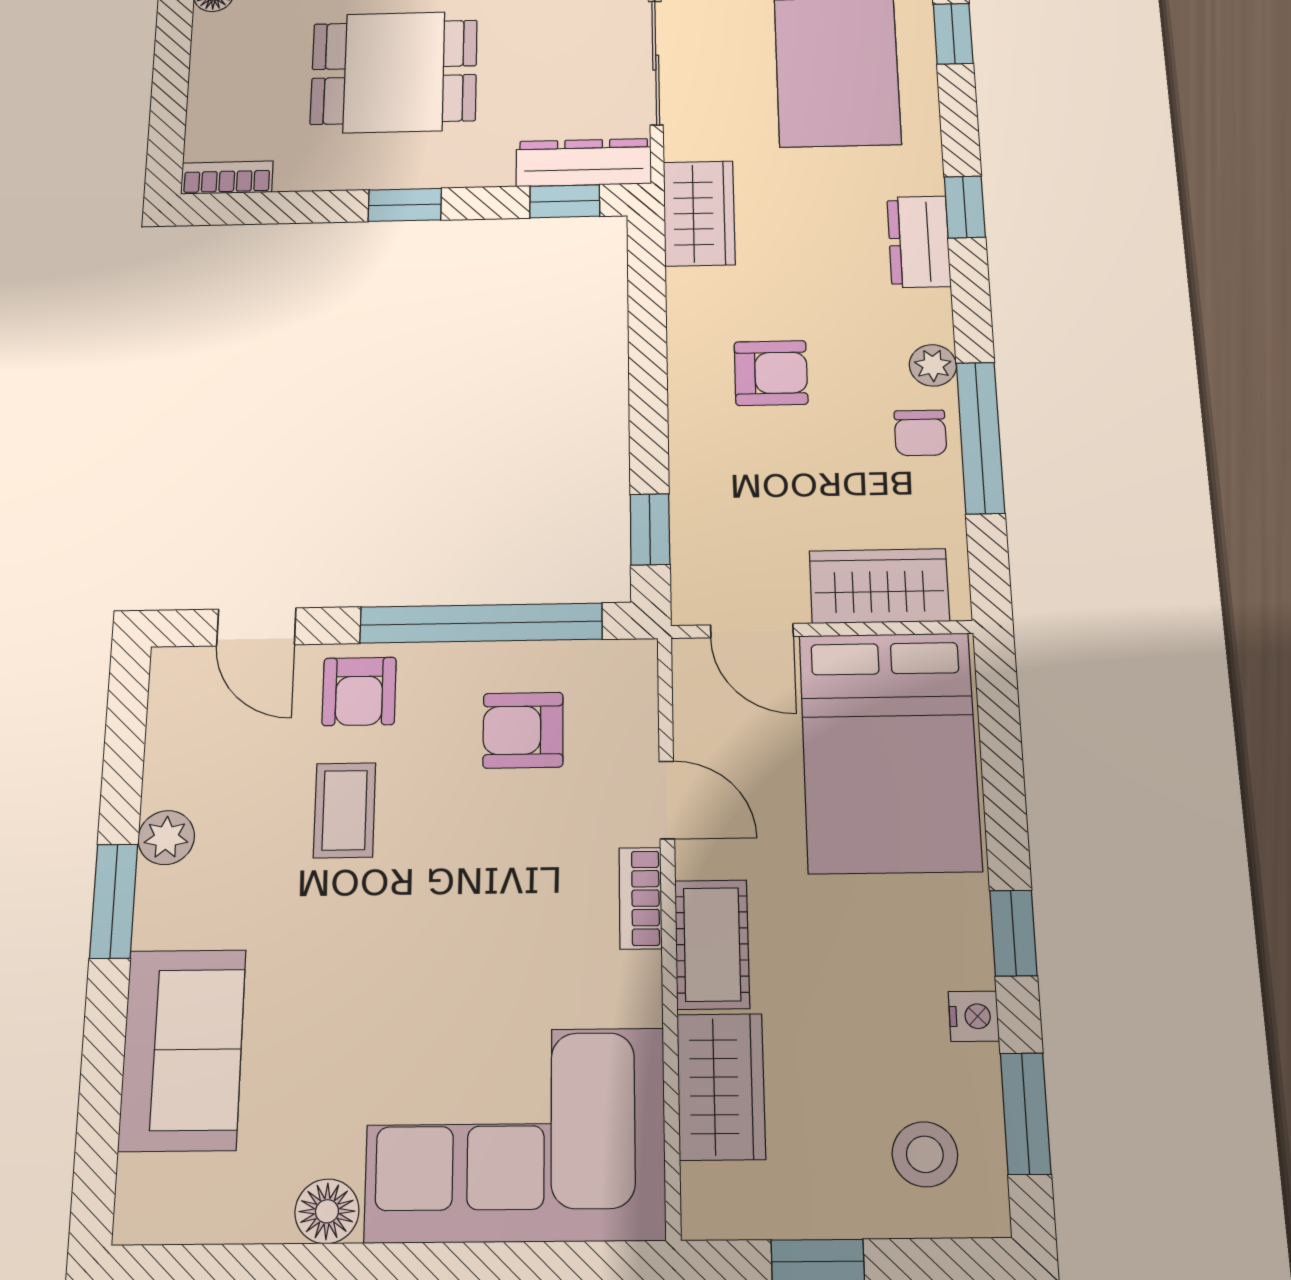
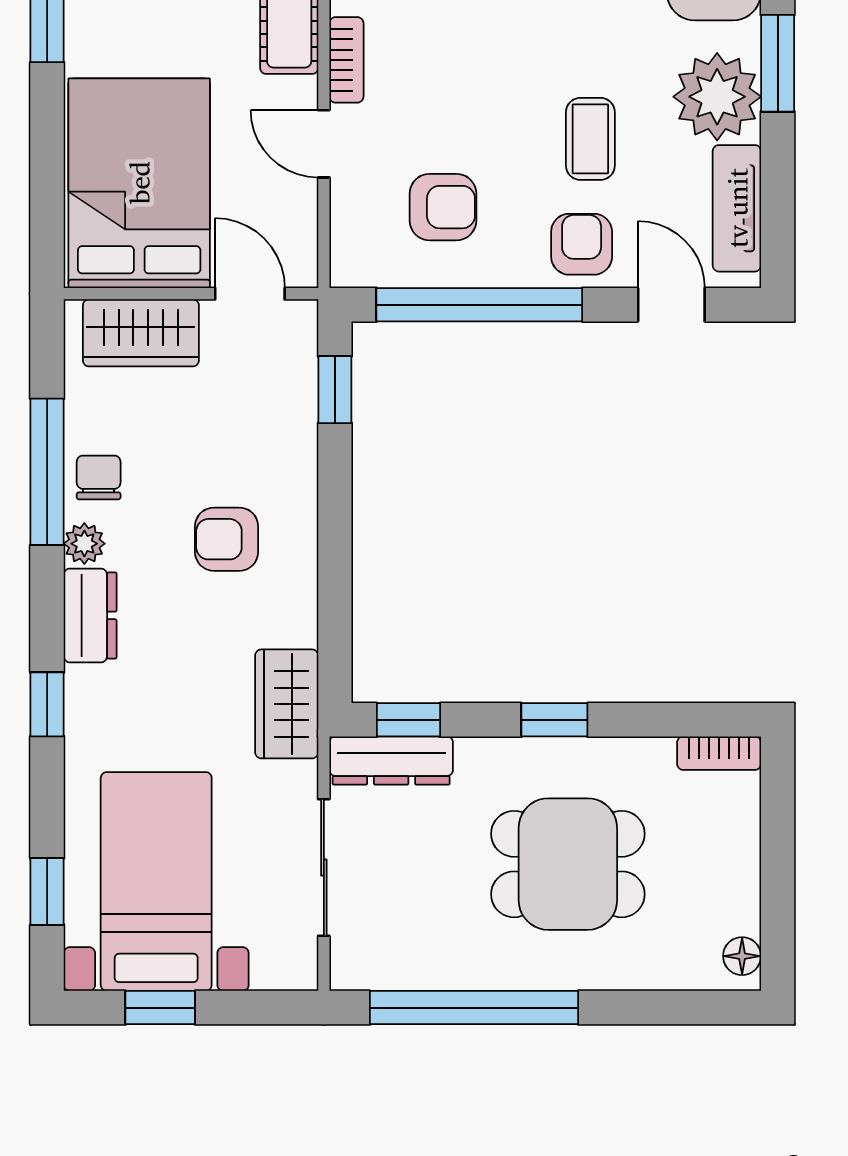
dresser: (919, 242) -> (90, 615), moved
tv unit: (173, 734) -> (737, 208), added
plant: (166, 838) -> (717, 97), width x1.88, depth x1.88

